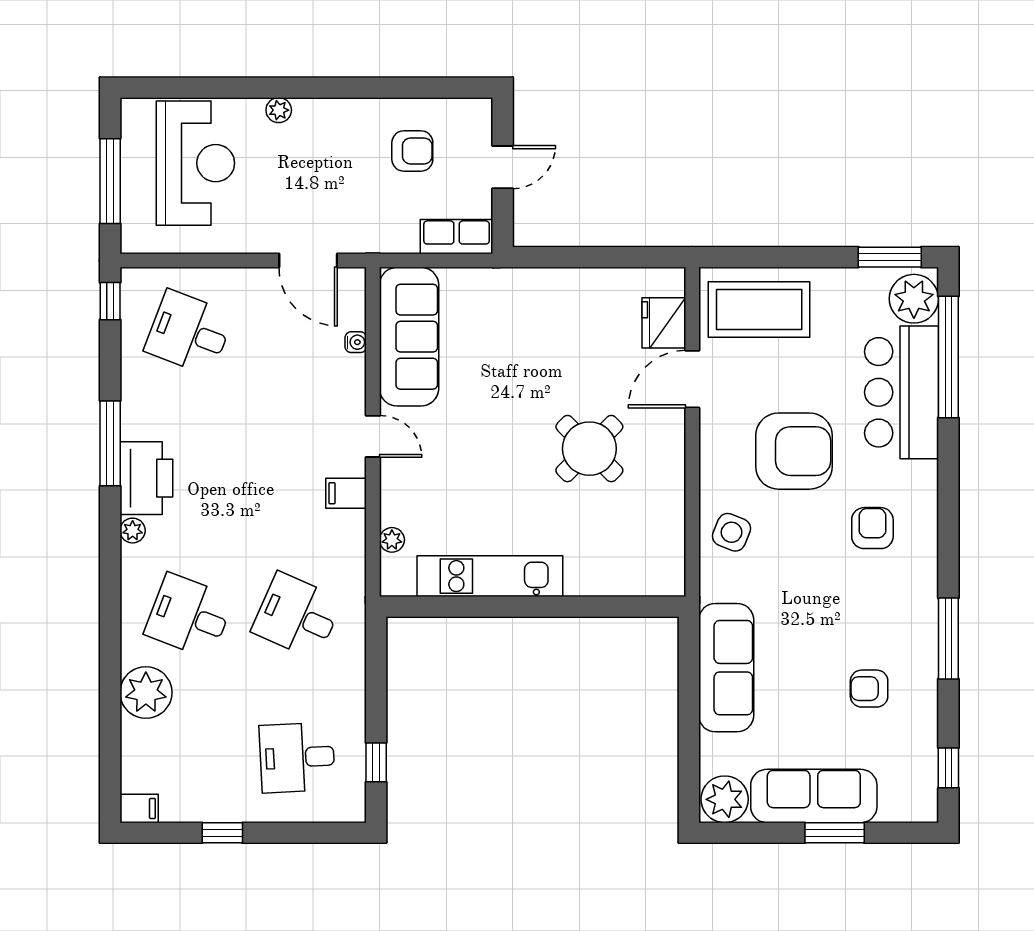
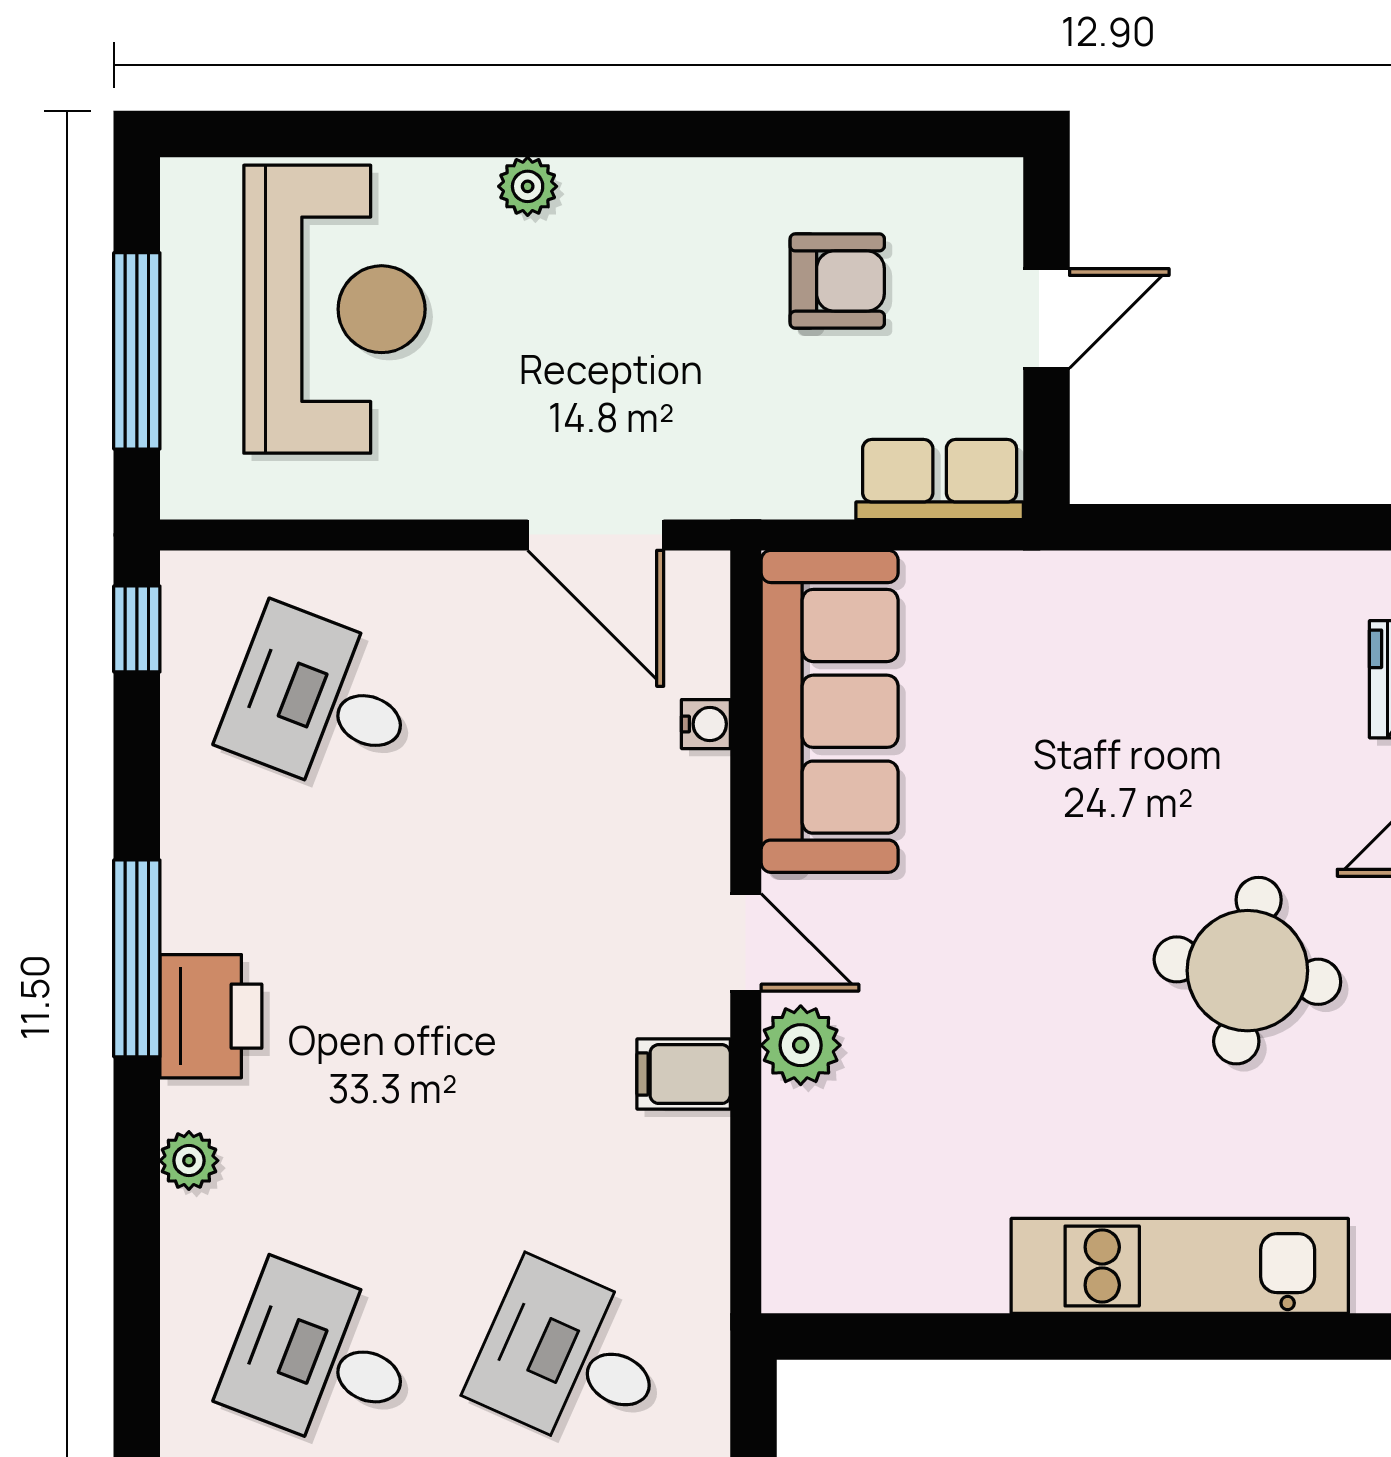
round table: (589, 449) -> (1247, 971), turned -36
printer: (146, 478) -> (211, 1016), width x0.73, depth x0.84
plant: (392, 540) -> (801, 1045), moved, width x1.38, depth x1.38
kitchen unit: (490, 576) -> (1180, 1266), moved

